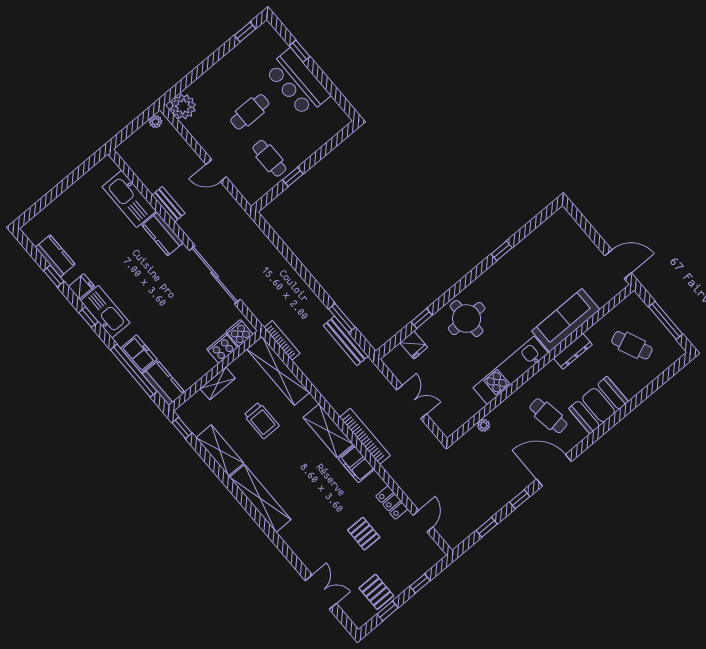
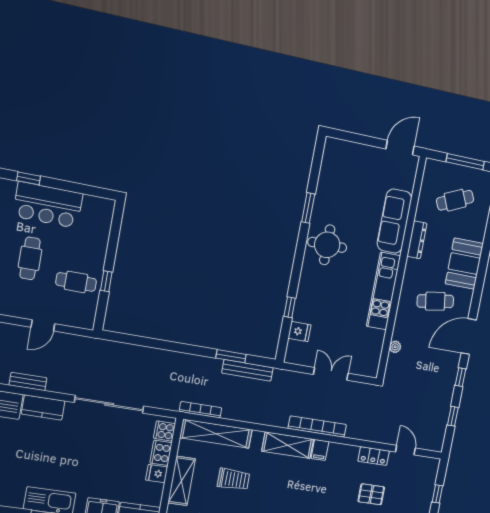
window: (502, 251) -> (308, 208), width x1.50
fridge: (81, 286) -> (157, 474), moved, turned -90
round table: (467, 319) -> (327, 245), moved
shelving: (218, 383) -> (182, 481), width x1.50, depth x1.33
filing cabinet: (356, 464) -> (320, 450), width x0.50

